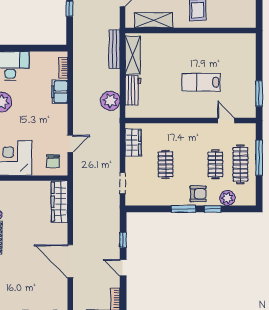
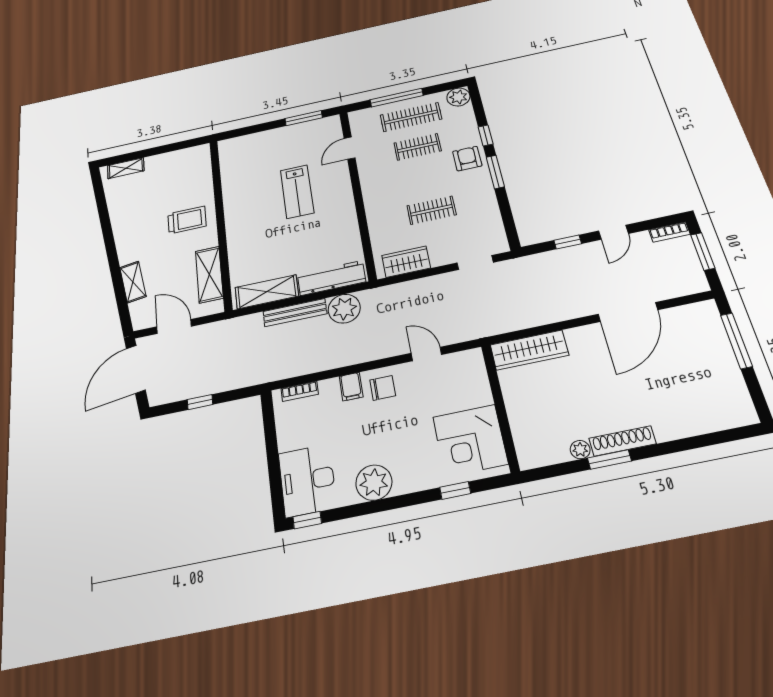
bench: (114, 49) -> (295, 313), moved
workbench: (133, 90) -> (331, 278), width x1.38
filing cabinet: (60, 92) -> (351, 387), width x0.50
chair: (53, 161) -> (383, 388), moved
plant: (228, 198) -> (458, 97), moved

